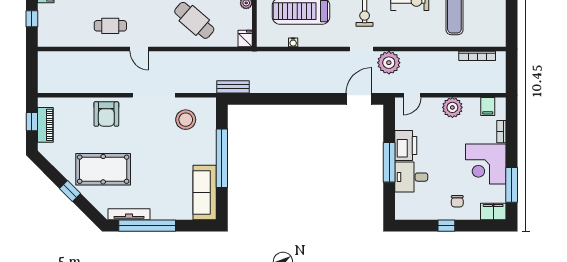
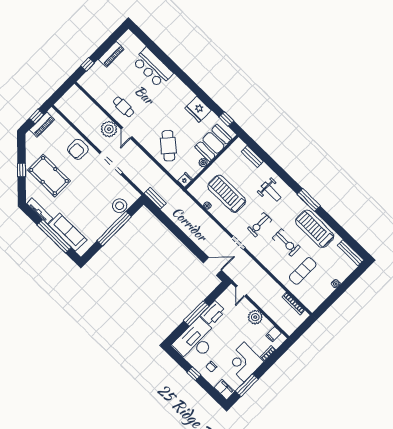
plant: (389, 63) -> (109, 129), moved
door: (412, 95) -> (241, 291), hinge flipped
stool: (186, 120) -> (120, 206), moved
desk: (411, 177) -> (196, 341), width x1.87, depth x1.30
sofa: (205, 193) -> (67, 232), moved, turned 90
window: (147, 226) -> (54, 236), moved

